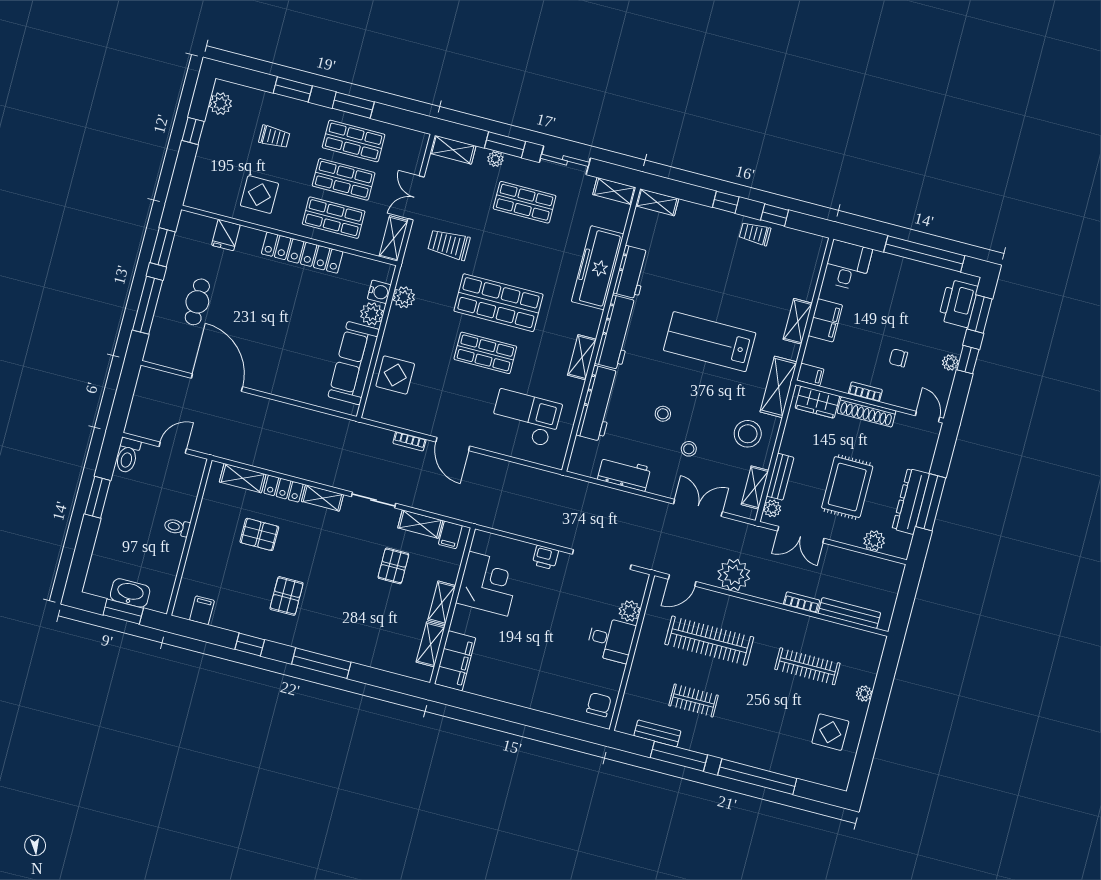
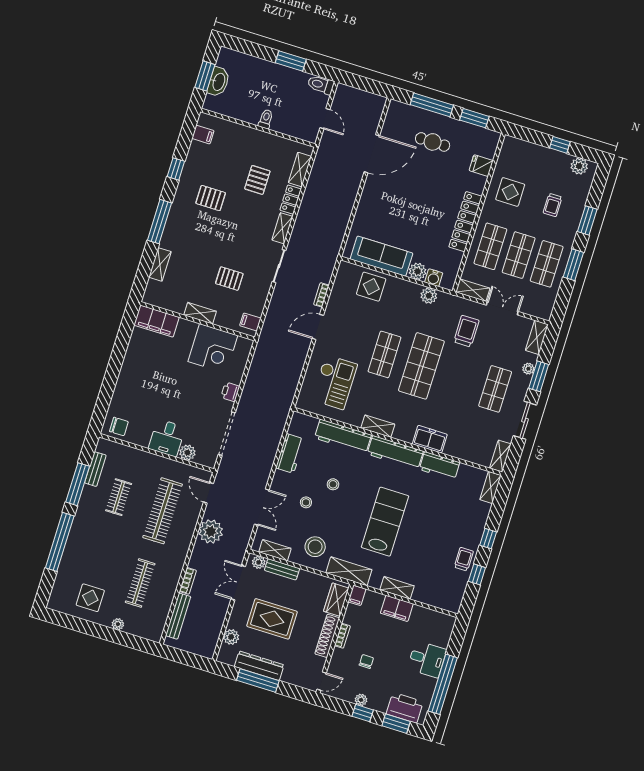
desk: (848, 265) -> (427, 659), moved
freezer: (598, 268) -> (430, 439), width x0.52, depth x0.79
shelving: (420, 524) -> (259, 300), removed
shelving: (431, 644) -> (160, 264), moved, turned 90

